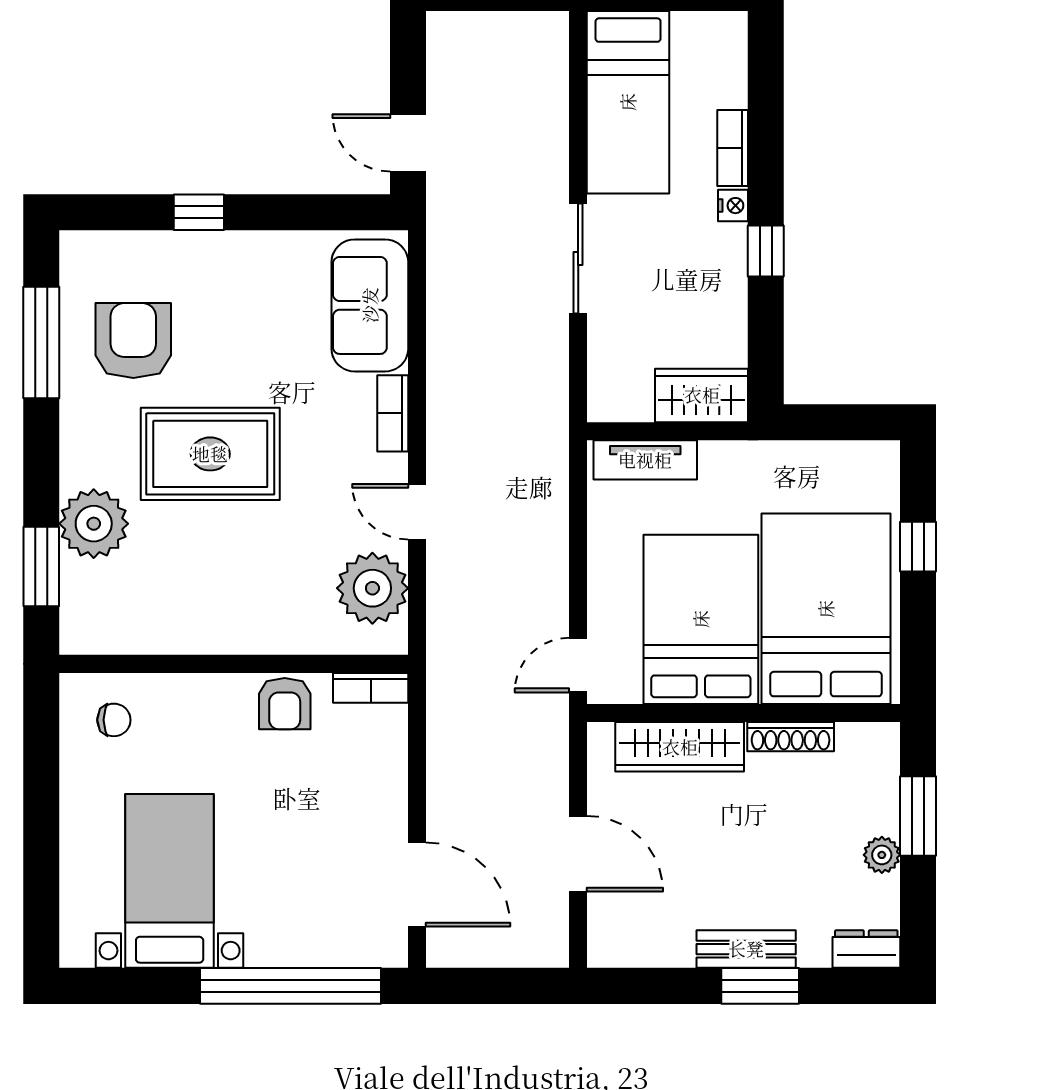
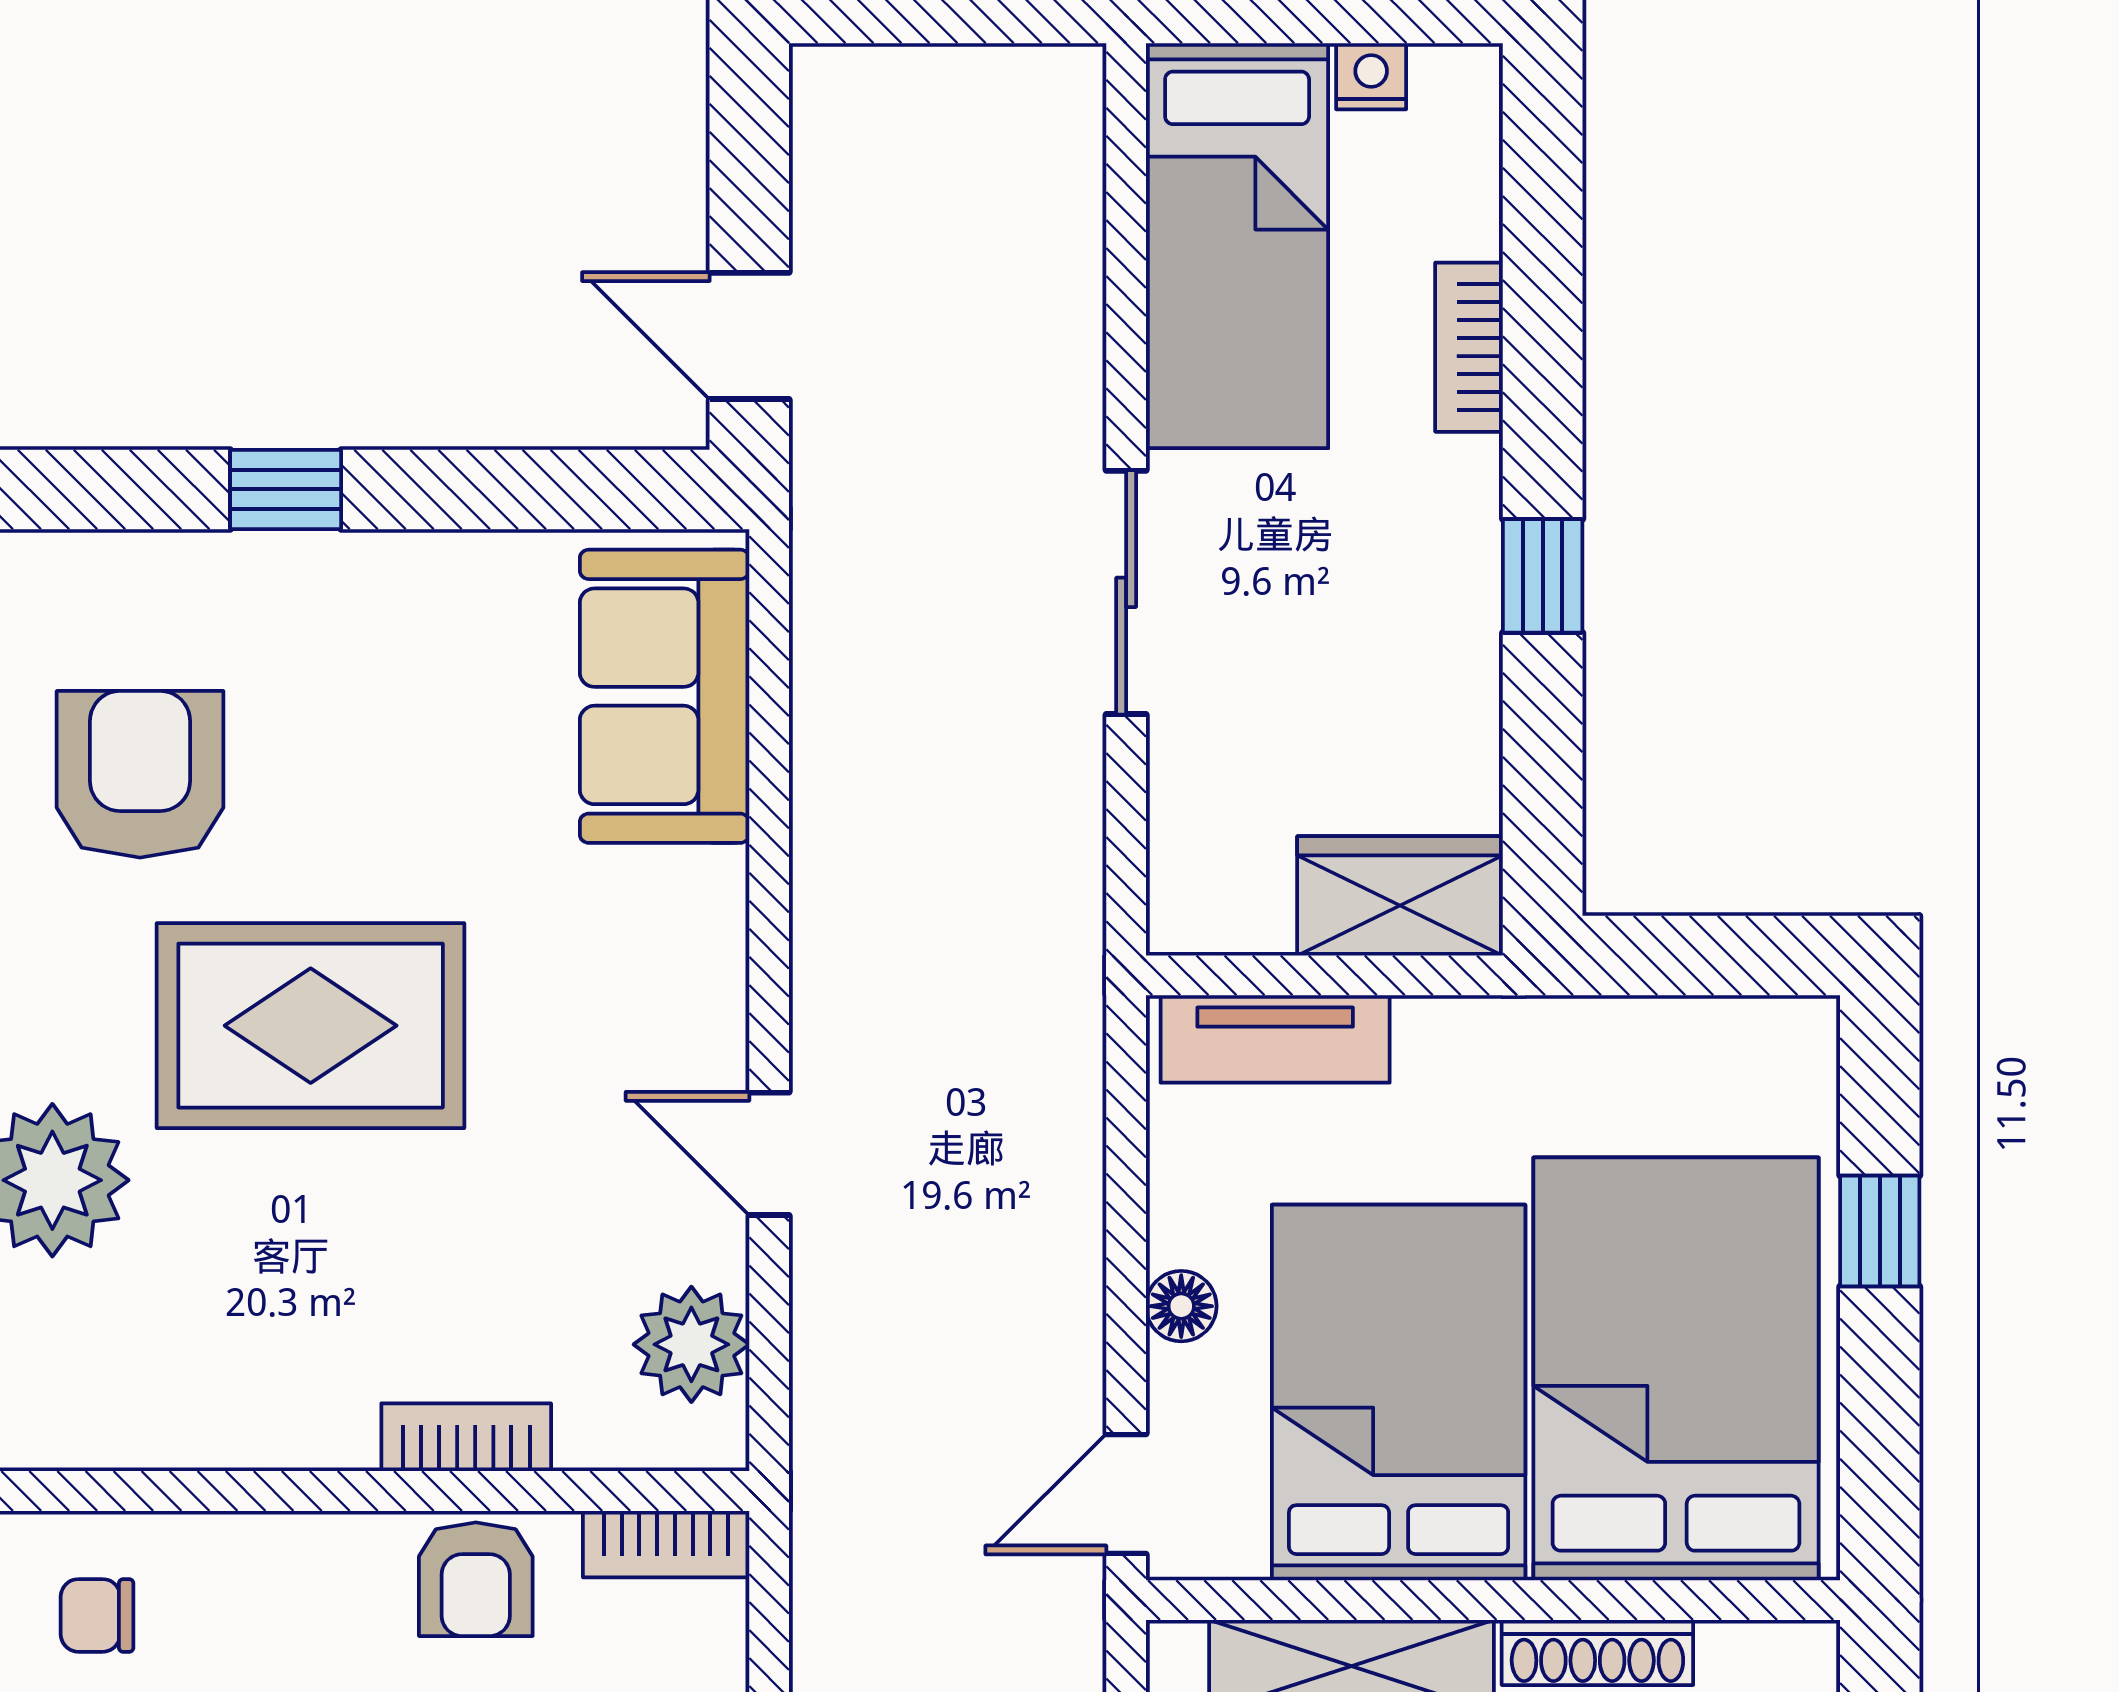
nightstand: (733, 206) -> (1371, 76), moved, turned -90
bookcase: (393, 413) -> (466, 1437), moved, turned 90
floor lamp: (603, 580) -> (1181, 1306), added
plant: (372, 588) -> (691, 1344), width x0.73, depth x0.73
chair: (114, 720) -> (97, 1615), turned 180

